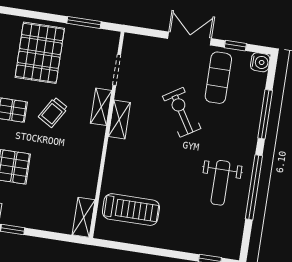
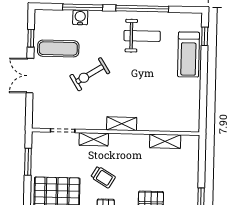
water cooler: (260, 62) -> (80, 18), moved
shelving: (119, 119) -> (122, 124), moved
treadmill: (131, 210) -> (189, 55), moved, turned 180
shelving: (84, 217) -> (165, 141), moved

